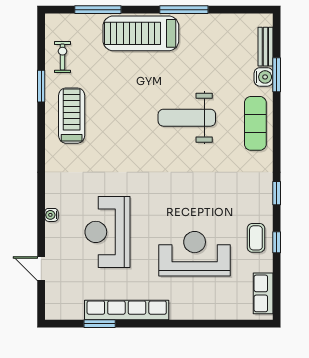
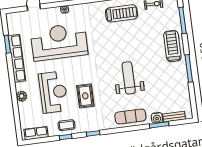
treadmill: (141, 33) -> (172, 46), width x0.73, depth x0.73
rug: (209, 198) -> (85, 96), added
reception desk: (107, 232) -> (59, 42), width x1.36, depth x1.30
plant: (195, 310) -> (22, 96), added

